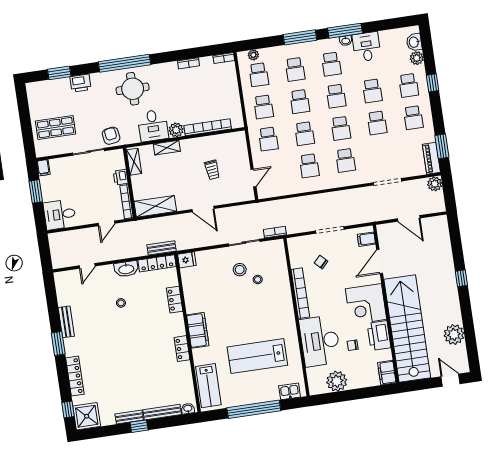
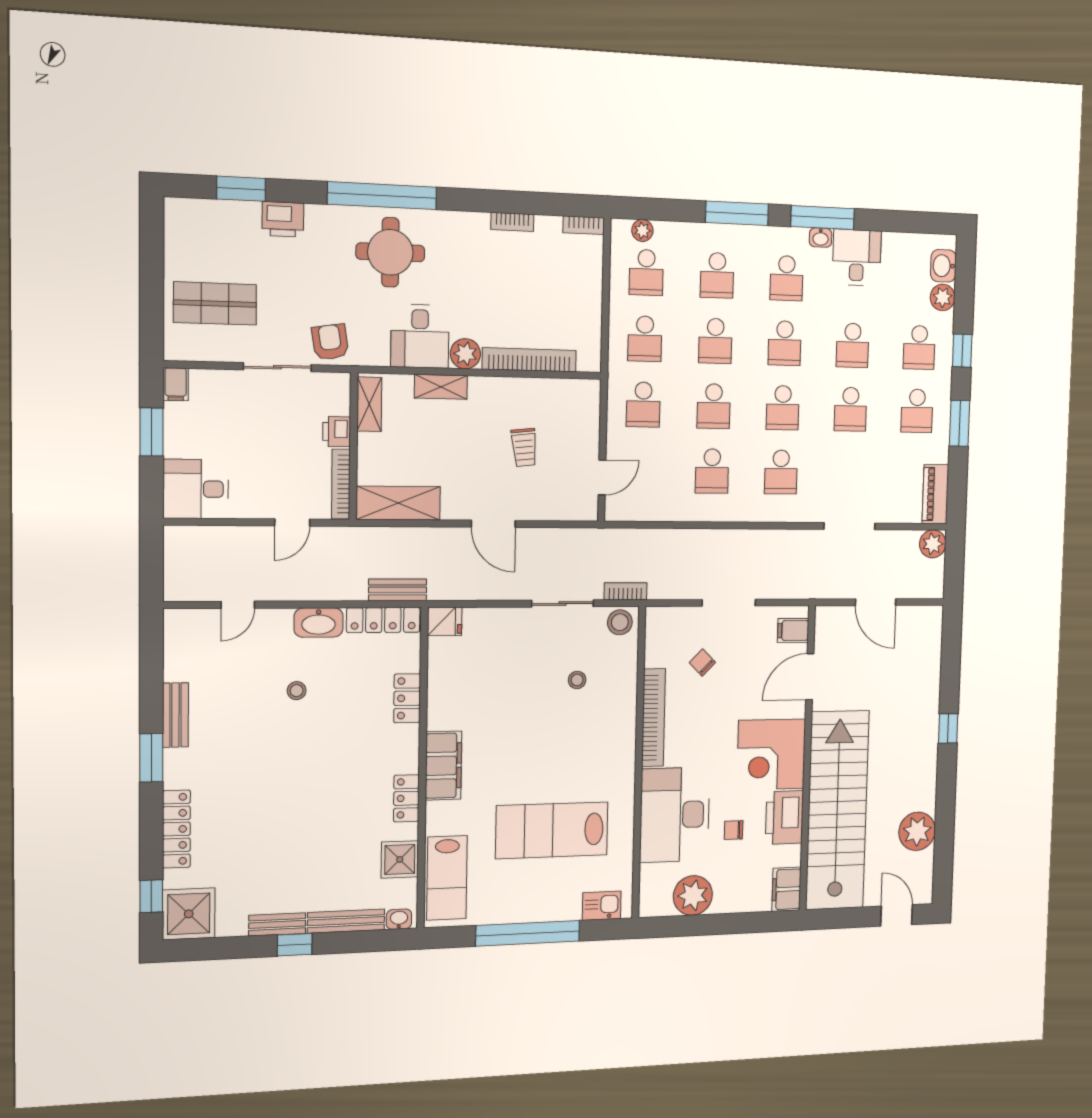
window: (442, 146) -> (959, 423), moved
stool: (240, 270) -> (620, 622), moved
shower: (184, 379) -> (400, 859), added

